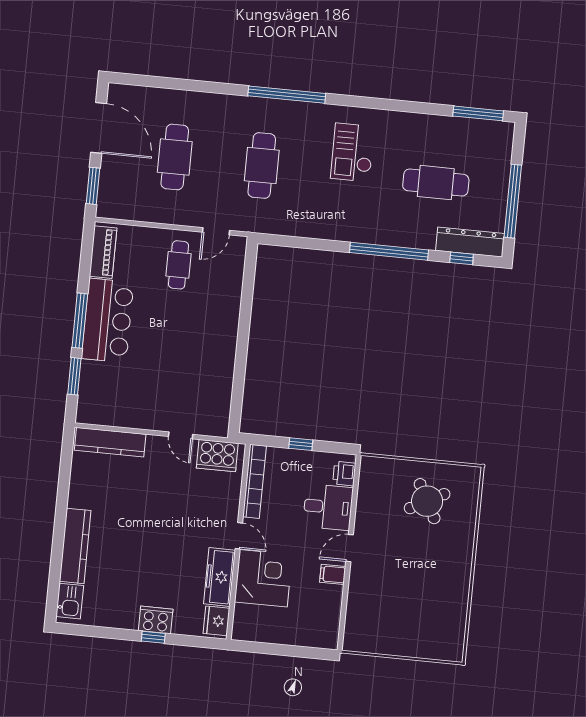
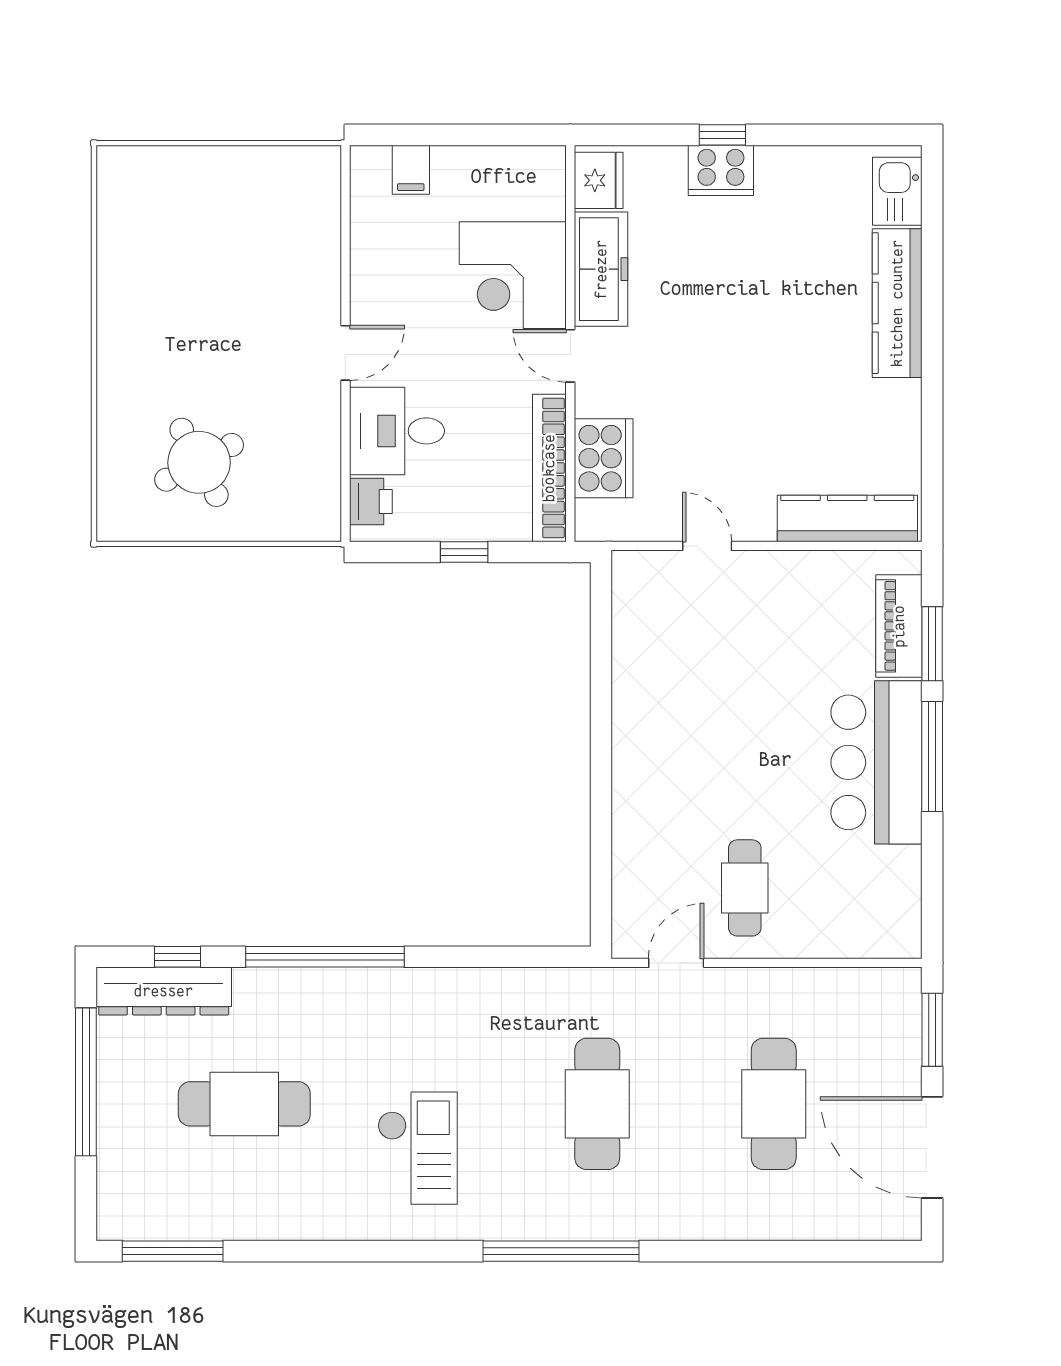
piano: (103, 252) -> (899, 626), moved
cooker: (217, 456) -> (604, 458), moved, turned 90
filing cabinet: (333, 574) -> (411, 170), moved, turned 90

